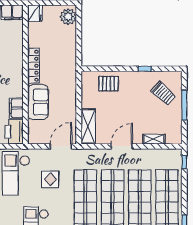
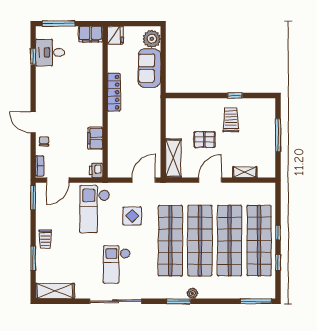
pallet: (108, 84) -> (204, 140), moved
trolley: (163, 93) -> (231, 120), moved, turned -132
sofa: (38, 102) -> (149, 68), moved, turned 180
printer: (14, 132) -> (96, 170), width x0.53, depth x0.68
window: (184, 162) -> (278, 233), moved

